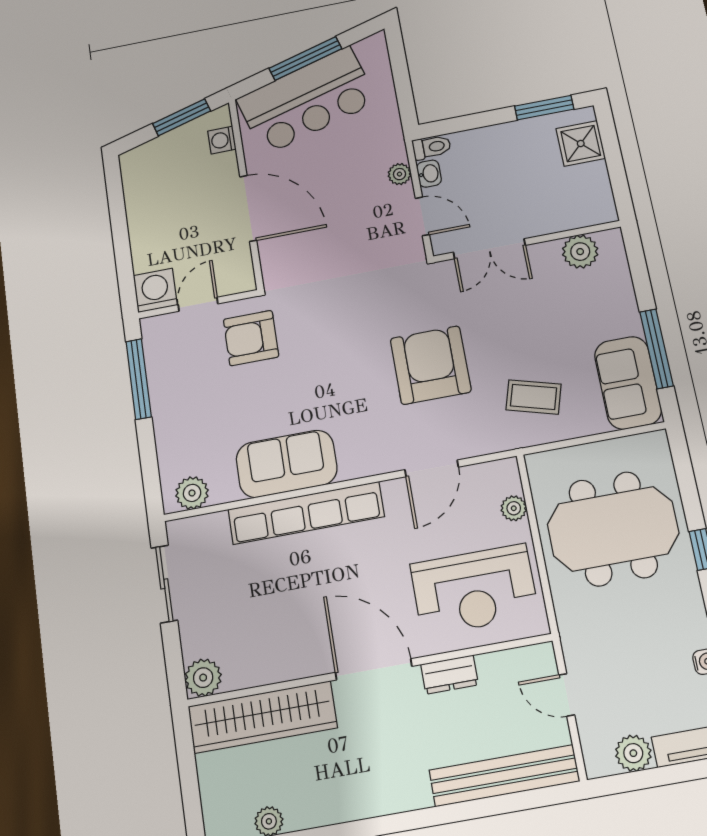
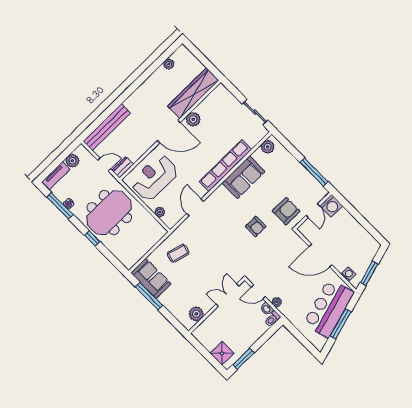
armchair: (431, 365) -> (256, 226), moved, width x0.53, depth x0.53
meeting table: (613, 529) -> (109, 213), moved
dresser: (449, 675) -> (123, 167), moved
plant: (203, 678) -> (193, 119), moved

